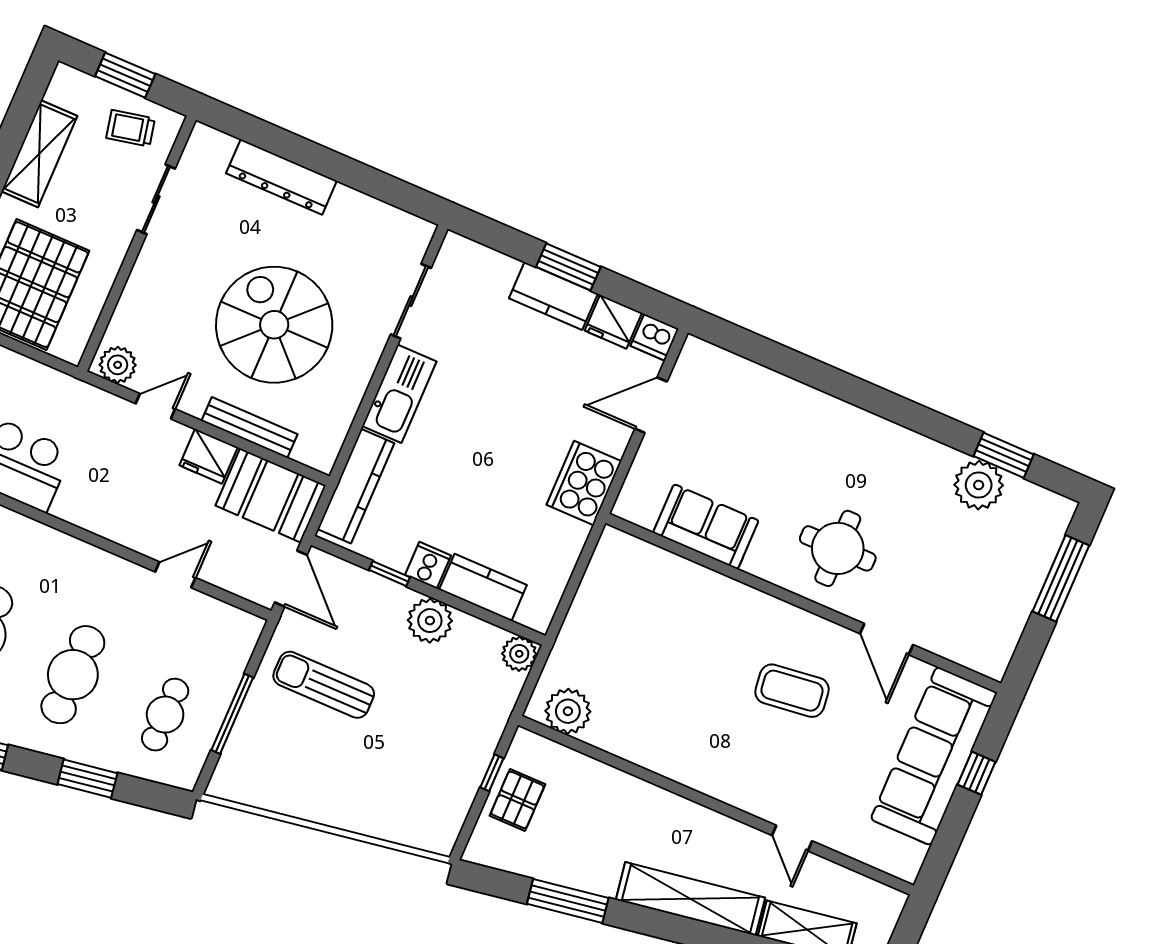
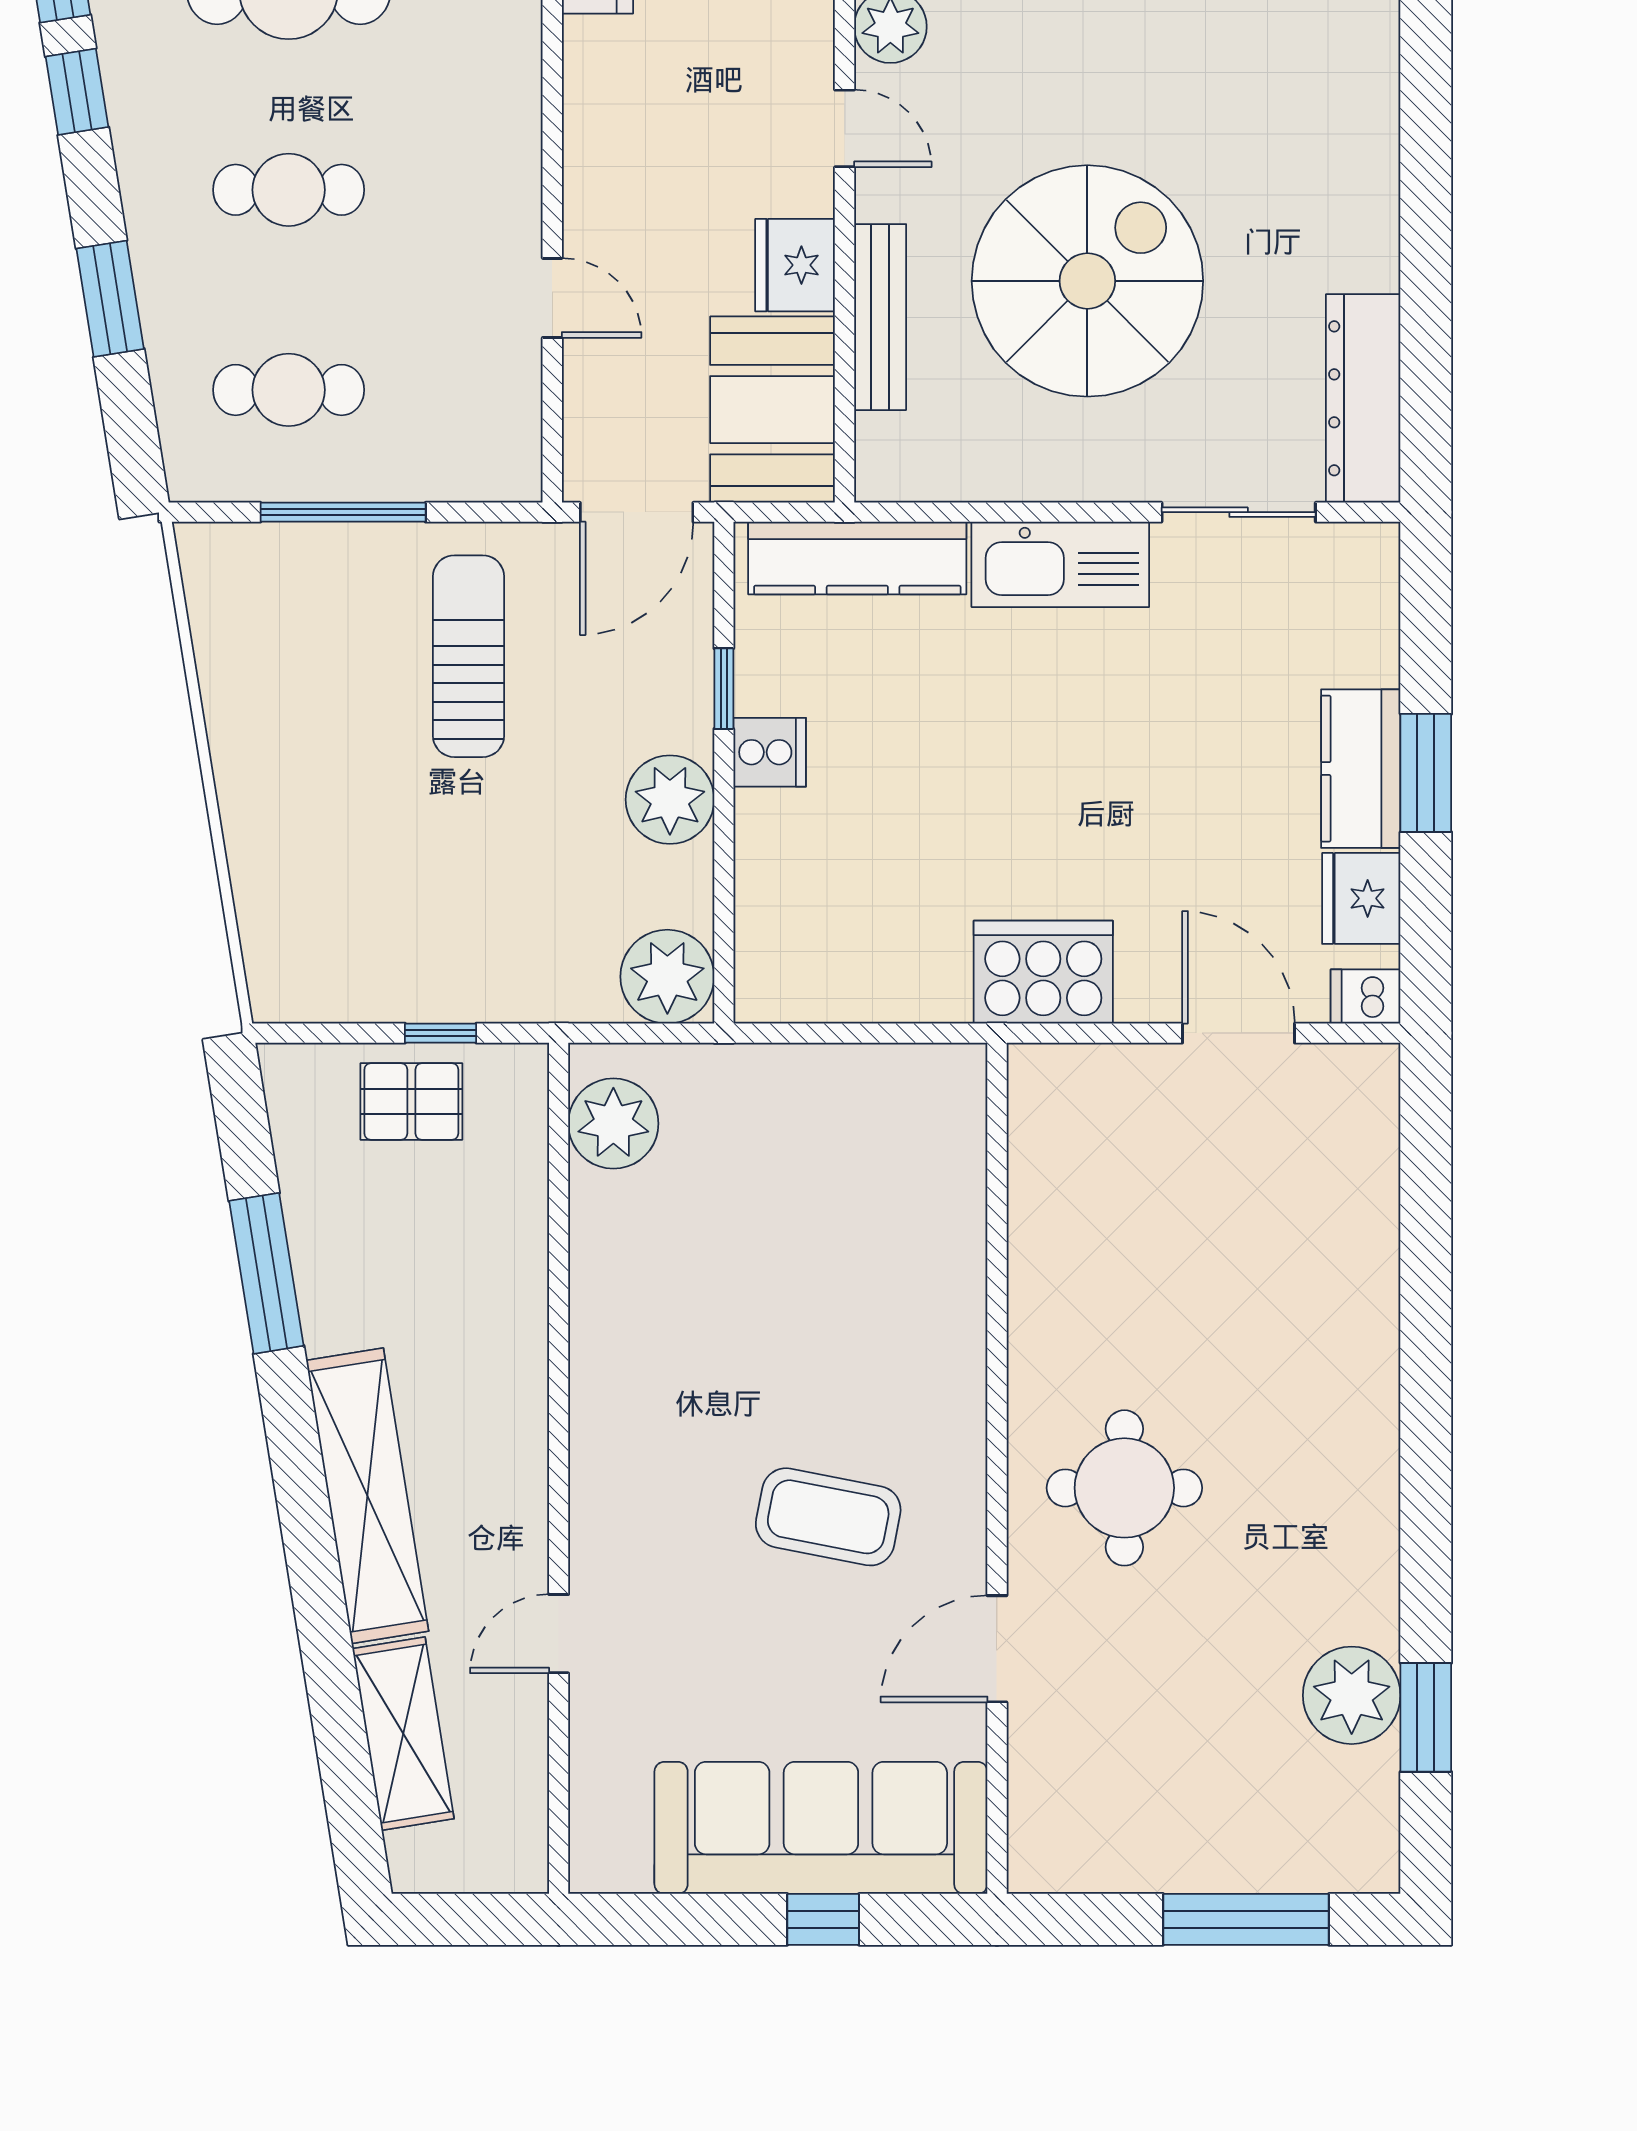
dresser: (281, 177) -> (1363, 398), moved
dishwasher: (655, 337) -> (1365, 997), width x0.73
sofa: (706, 527) -> (1060, 1230), removed
kitchen counter: (483, 587) -> (773, 870), removed
plant: (519, 654) -> (667, 977), width x1.36, depth x1.36
cafe table: (73, 675) -> (289, 190), width x0.73, depth x0.74
coffee table: (792, 691) -> (828, 1517), turned -72

